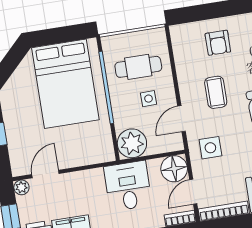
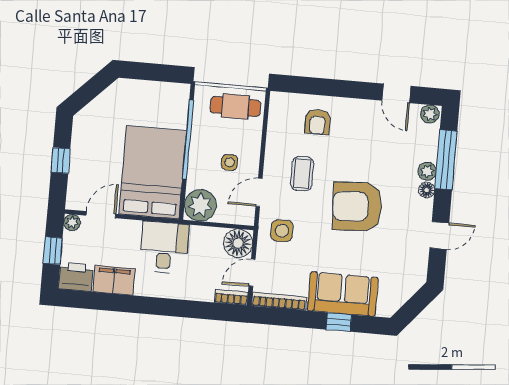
cafe table: (138, 67) -> (235, 107), moved
bed: (65, 84) -> (153, 172), moved, turned 180
desk: (128, 186) -> (164, 247), moved

